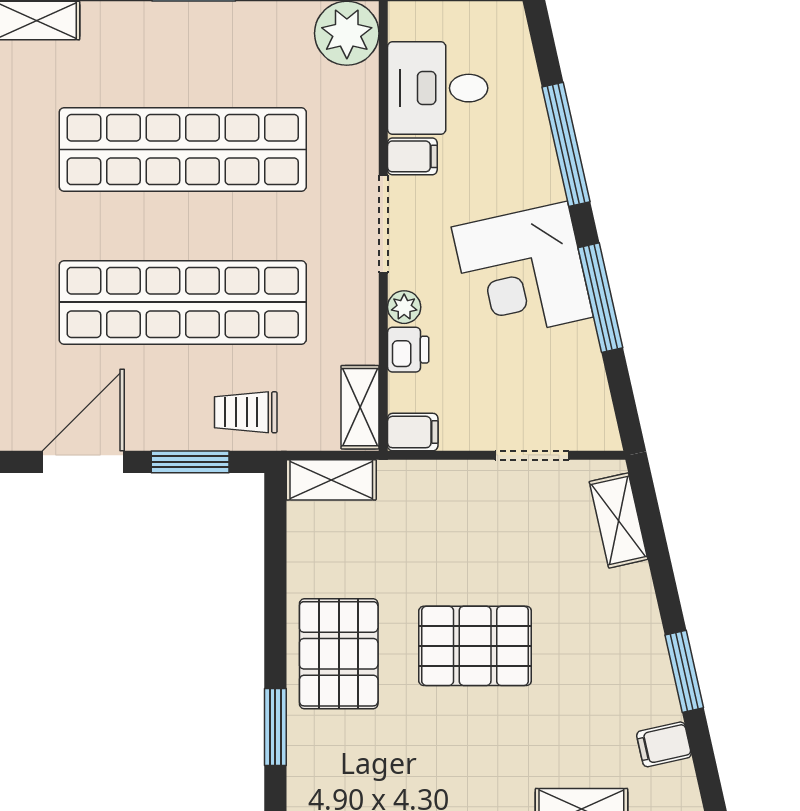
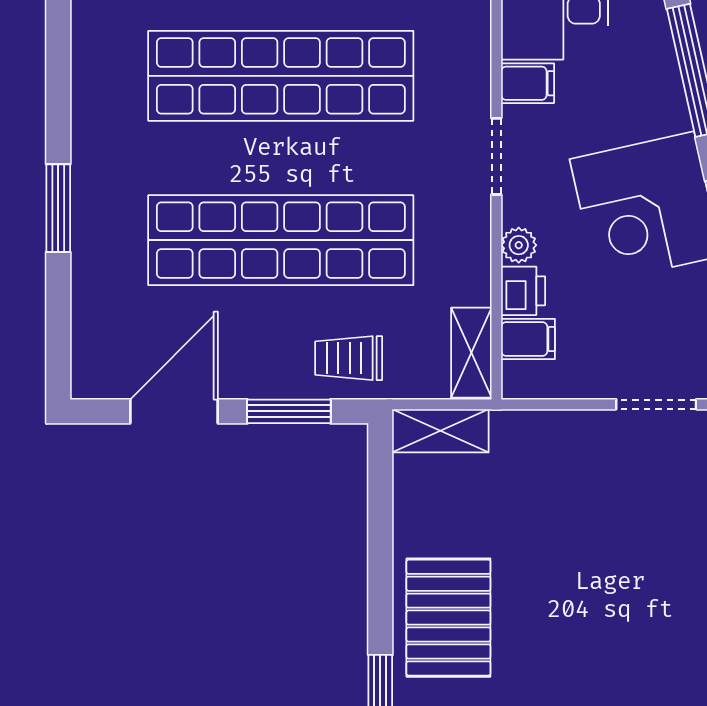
doorway: (383, 224) -> (496, 156), width x0.73
filing cabinet: (413, 432) -> (528, 339), moved
pallet: (475, 646) -> (595, 609), removed

